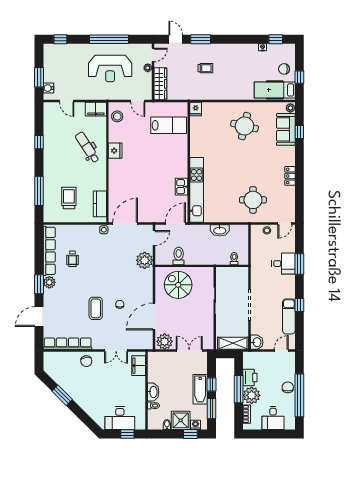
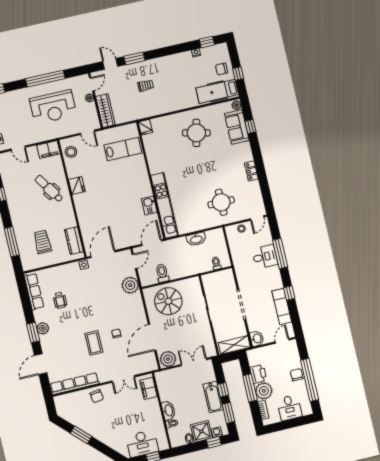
row of seats: (49, 251) -> (34, 291), width x0.73
window: (299, 264) -> (280, 254), width x1.44

